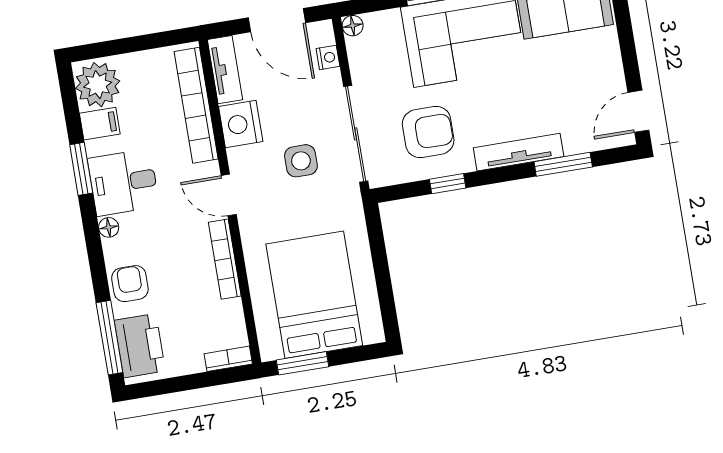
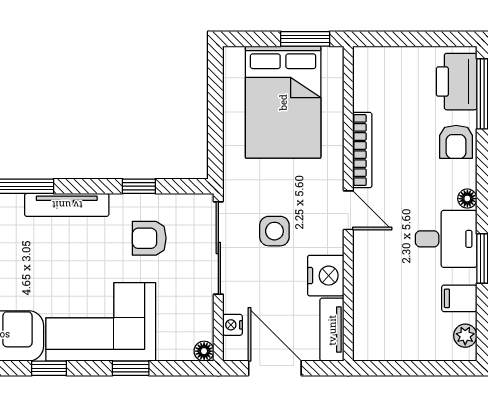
plant: (98, 85) -> (465, 336), width x0.53, depth x0.53
bookcase: (196, 105) -> (365, 300), removed
armchair: (428, 132) -> (149, 238), width x0.72, depth x0.72
bookcase: (228, 359) -> (375, 55), removed

